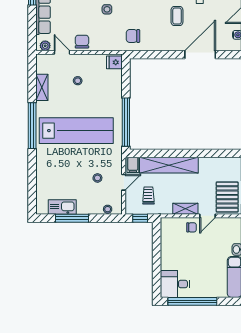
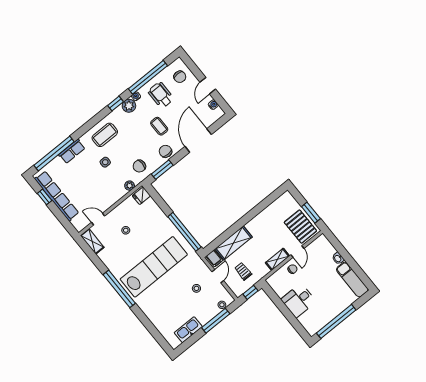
chair: (82, 42) -> (165, 151), moved
plant: (45, 46) -> (130, 186), moved
window: (150, 55) -> (162, 170), added
shelving: (42, 87) -> (92, 241), moved
shelving: (169, 165) -> (233, 243), width x0.68
window: (72, 218) -> (216, 321), moved
desk: (175, 284) -> (299, 300), moved

